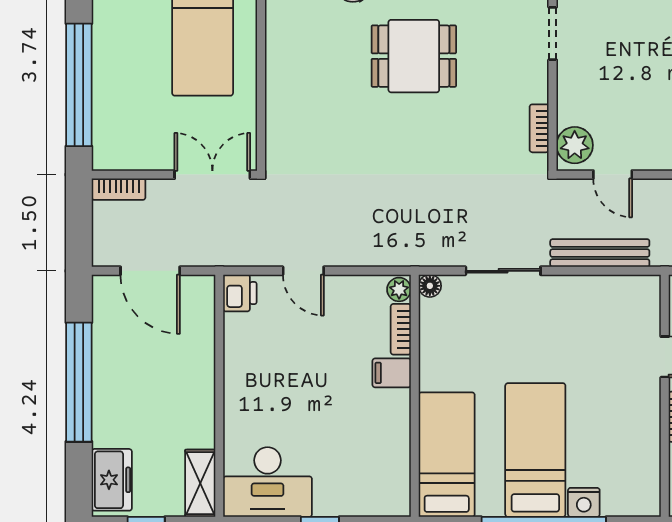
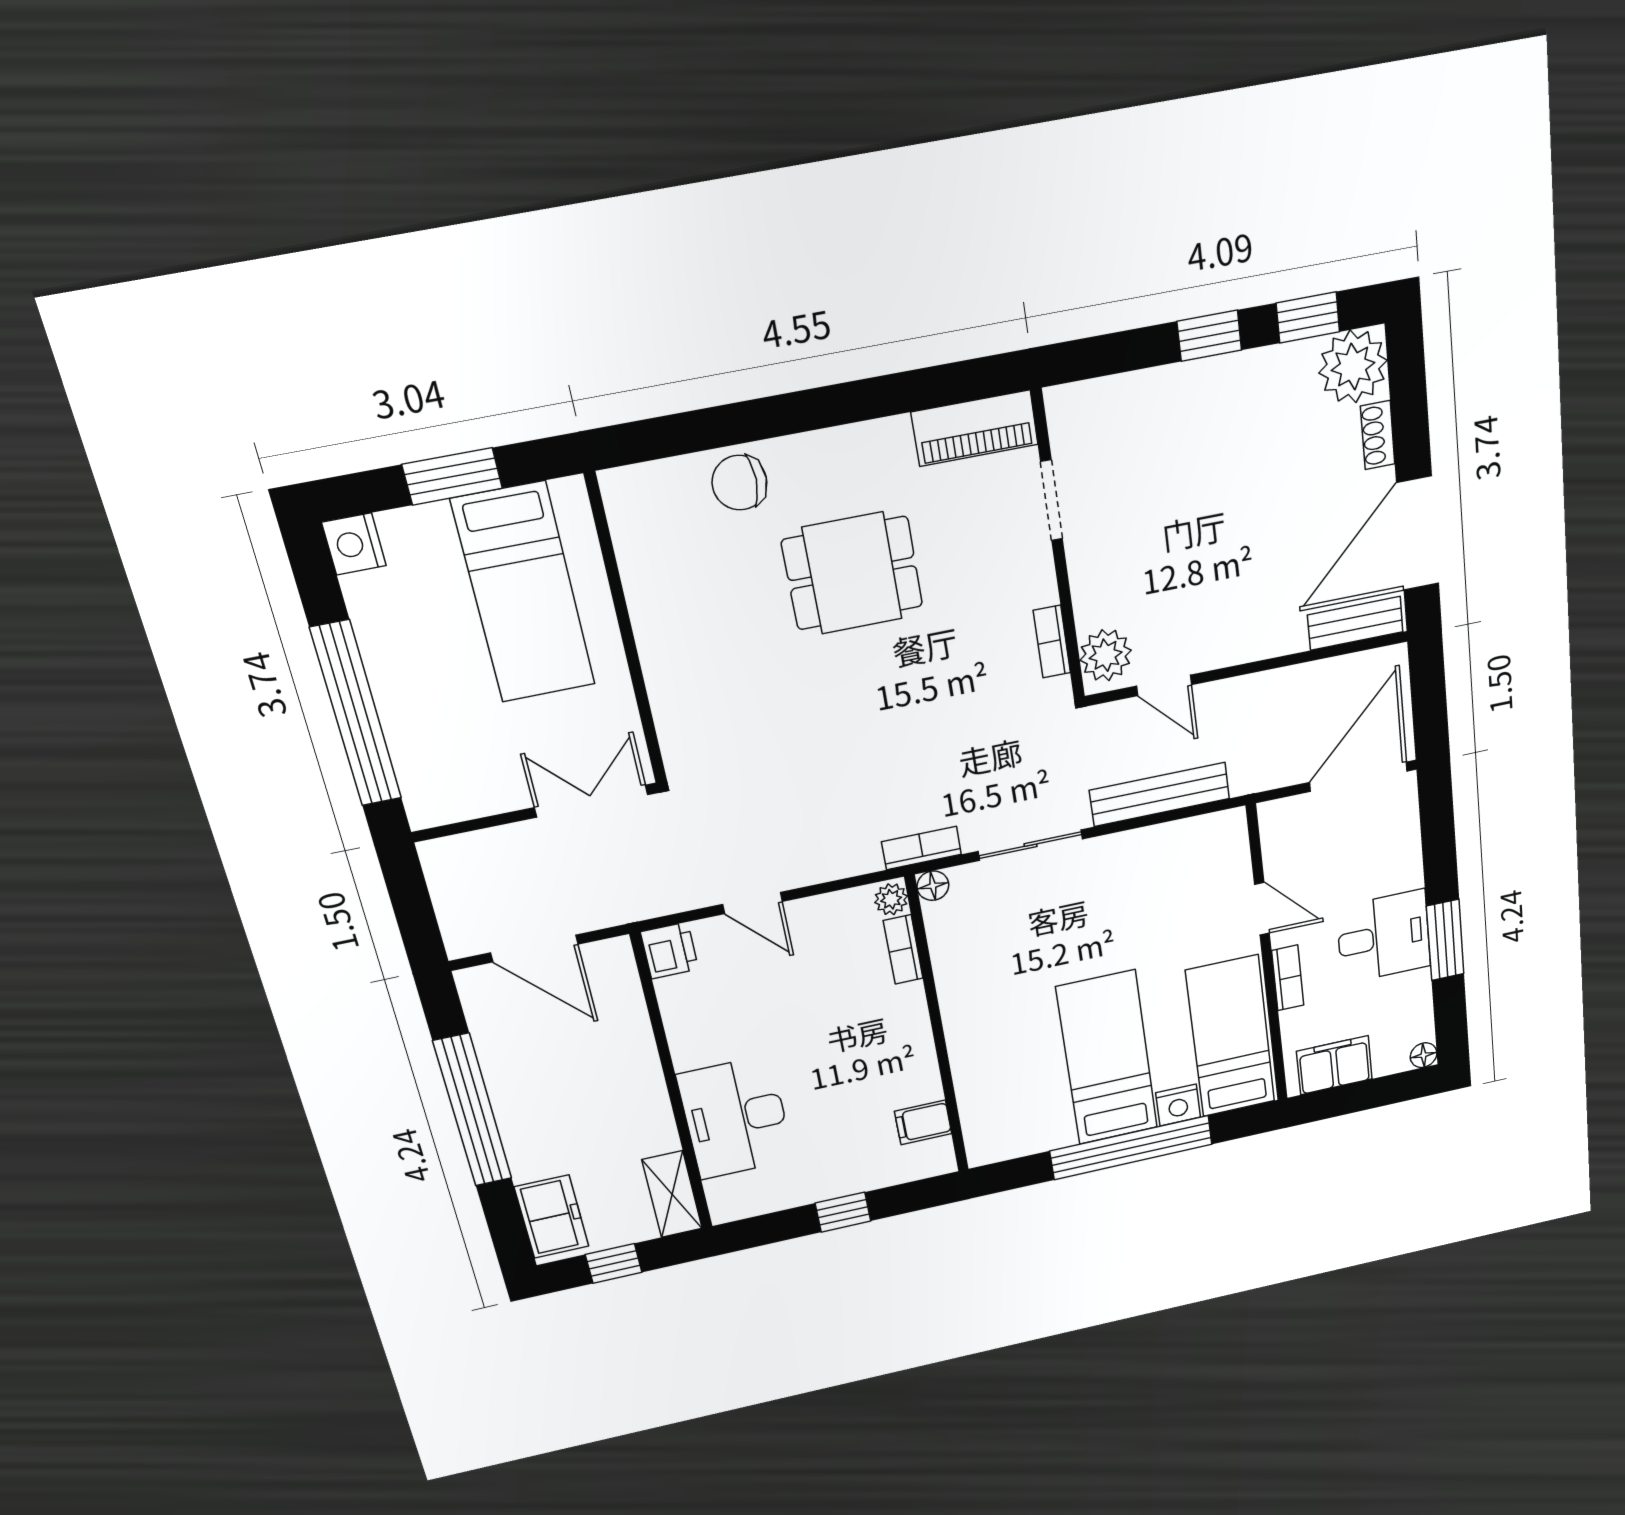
bookcase: (119, 189) -> (921, 848), moved, turned 180
filing cabinet: (392, 373) -> (923, 1122), moved
bed: (447, 455) -> (1230, 1037), moved
desk: (268, 482) -> (735, 1118), moved, turned 90

